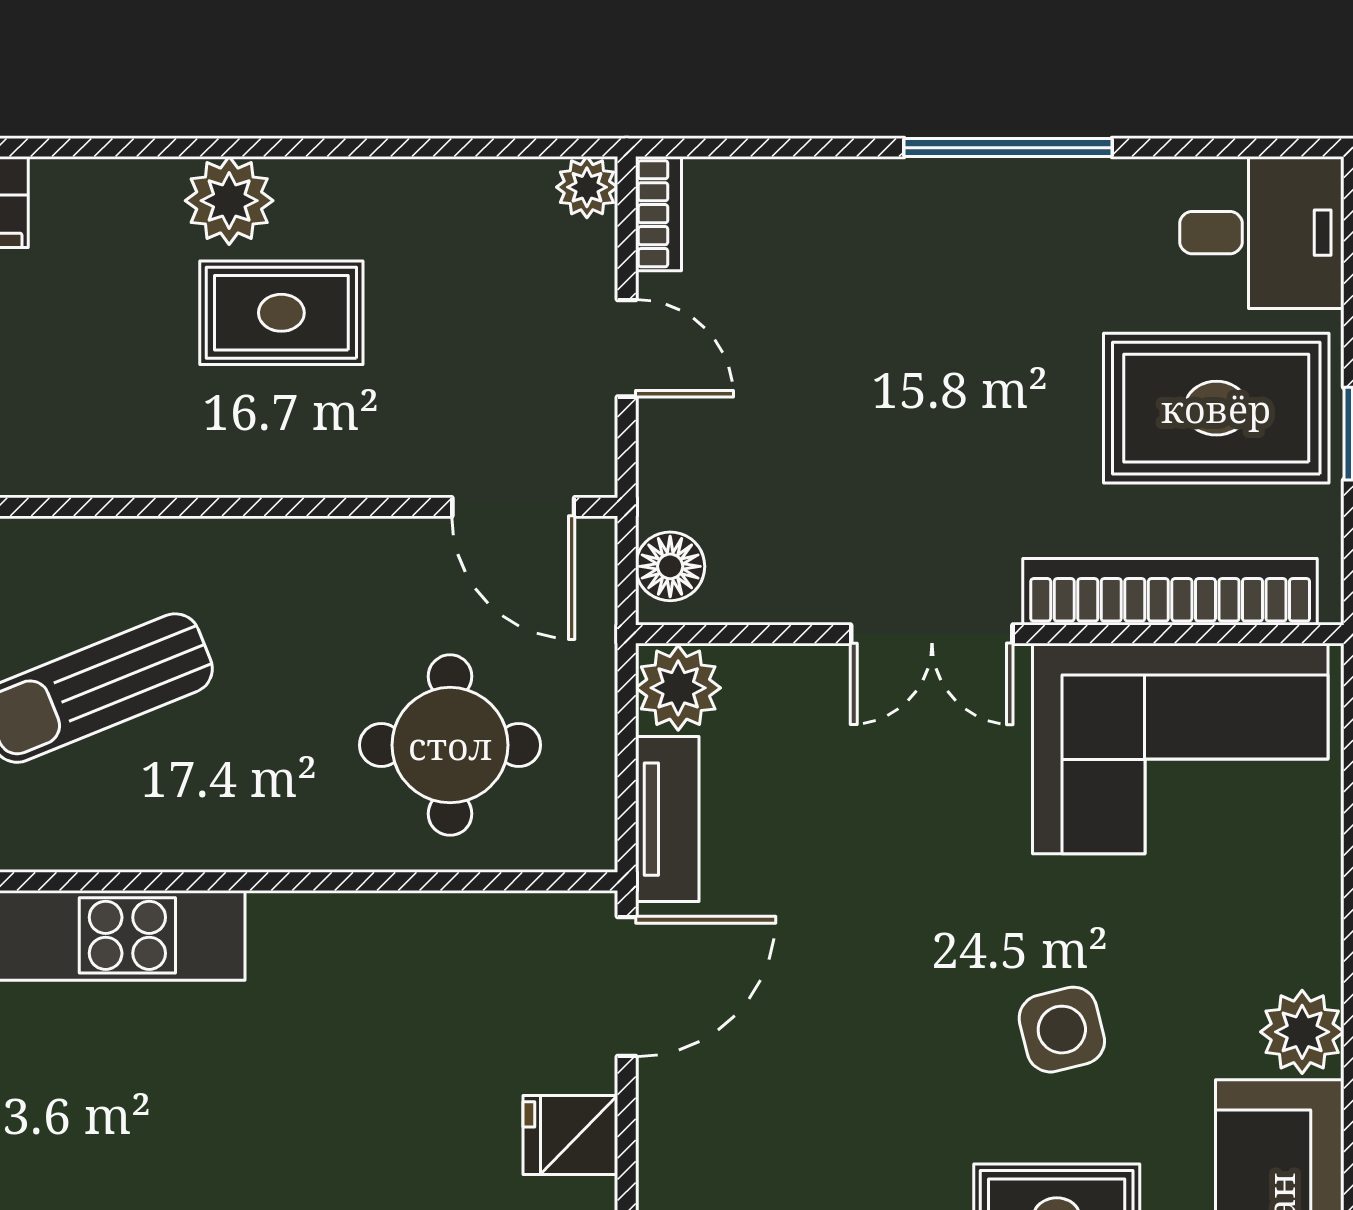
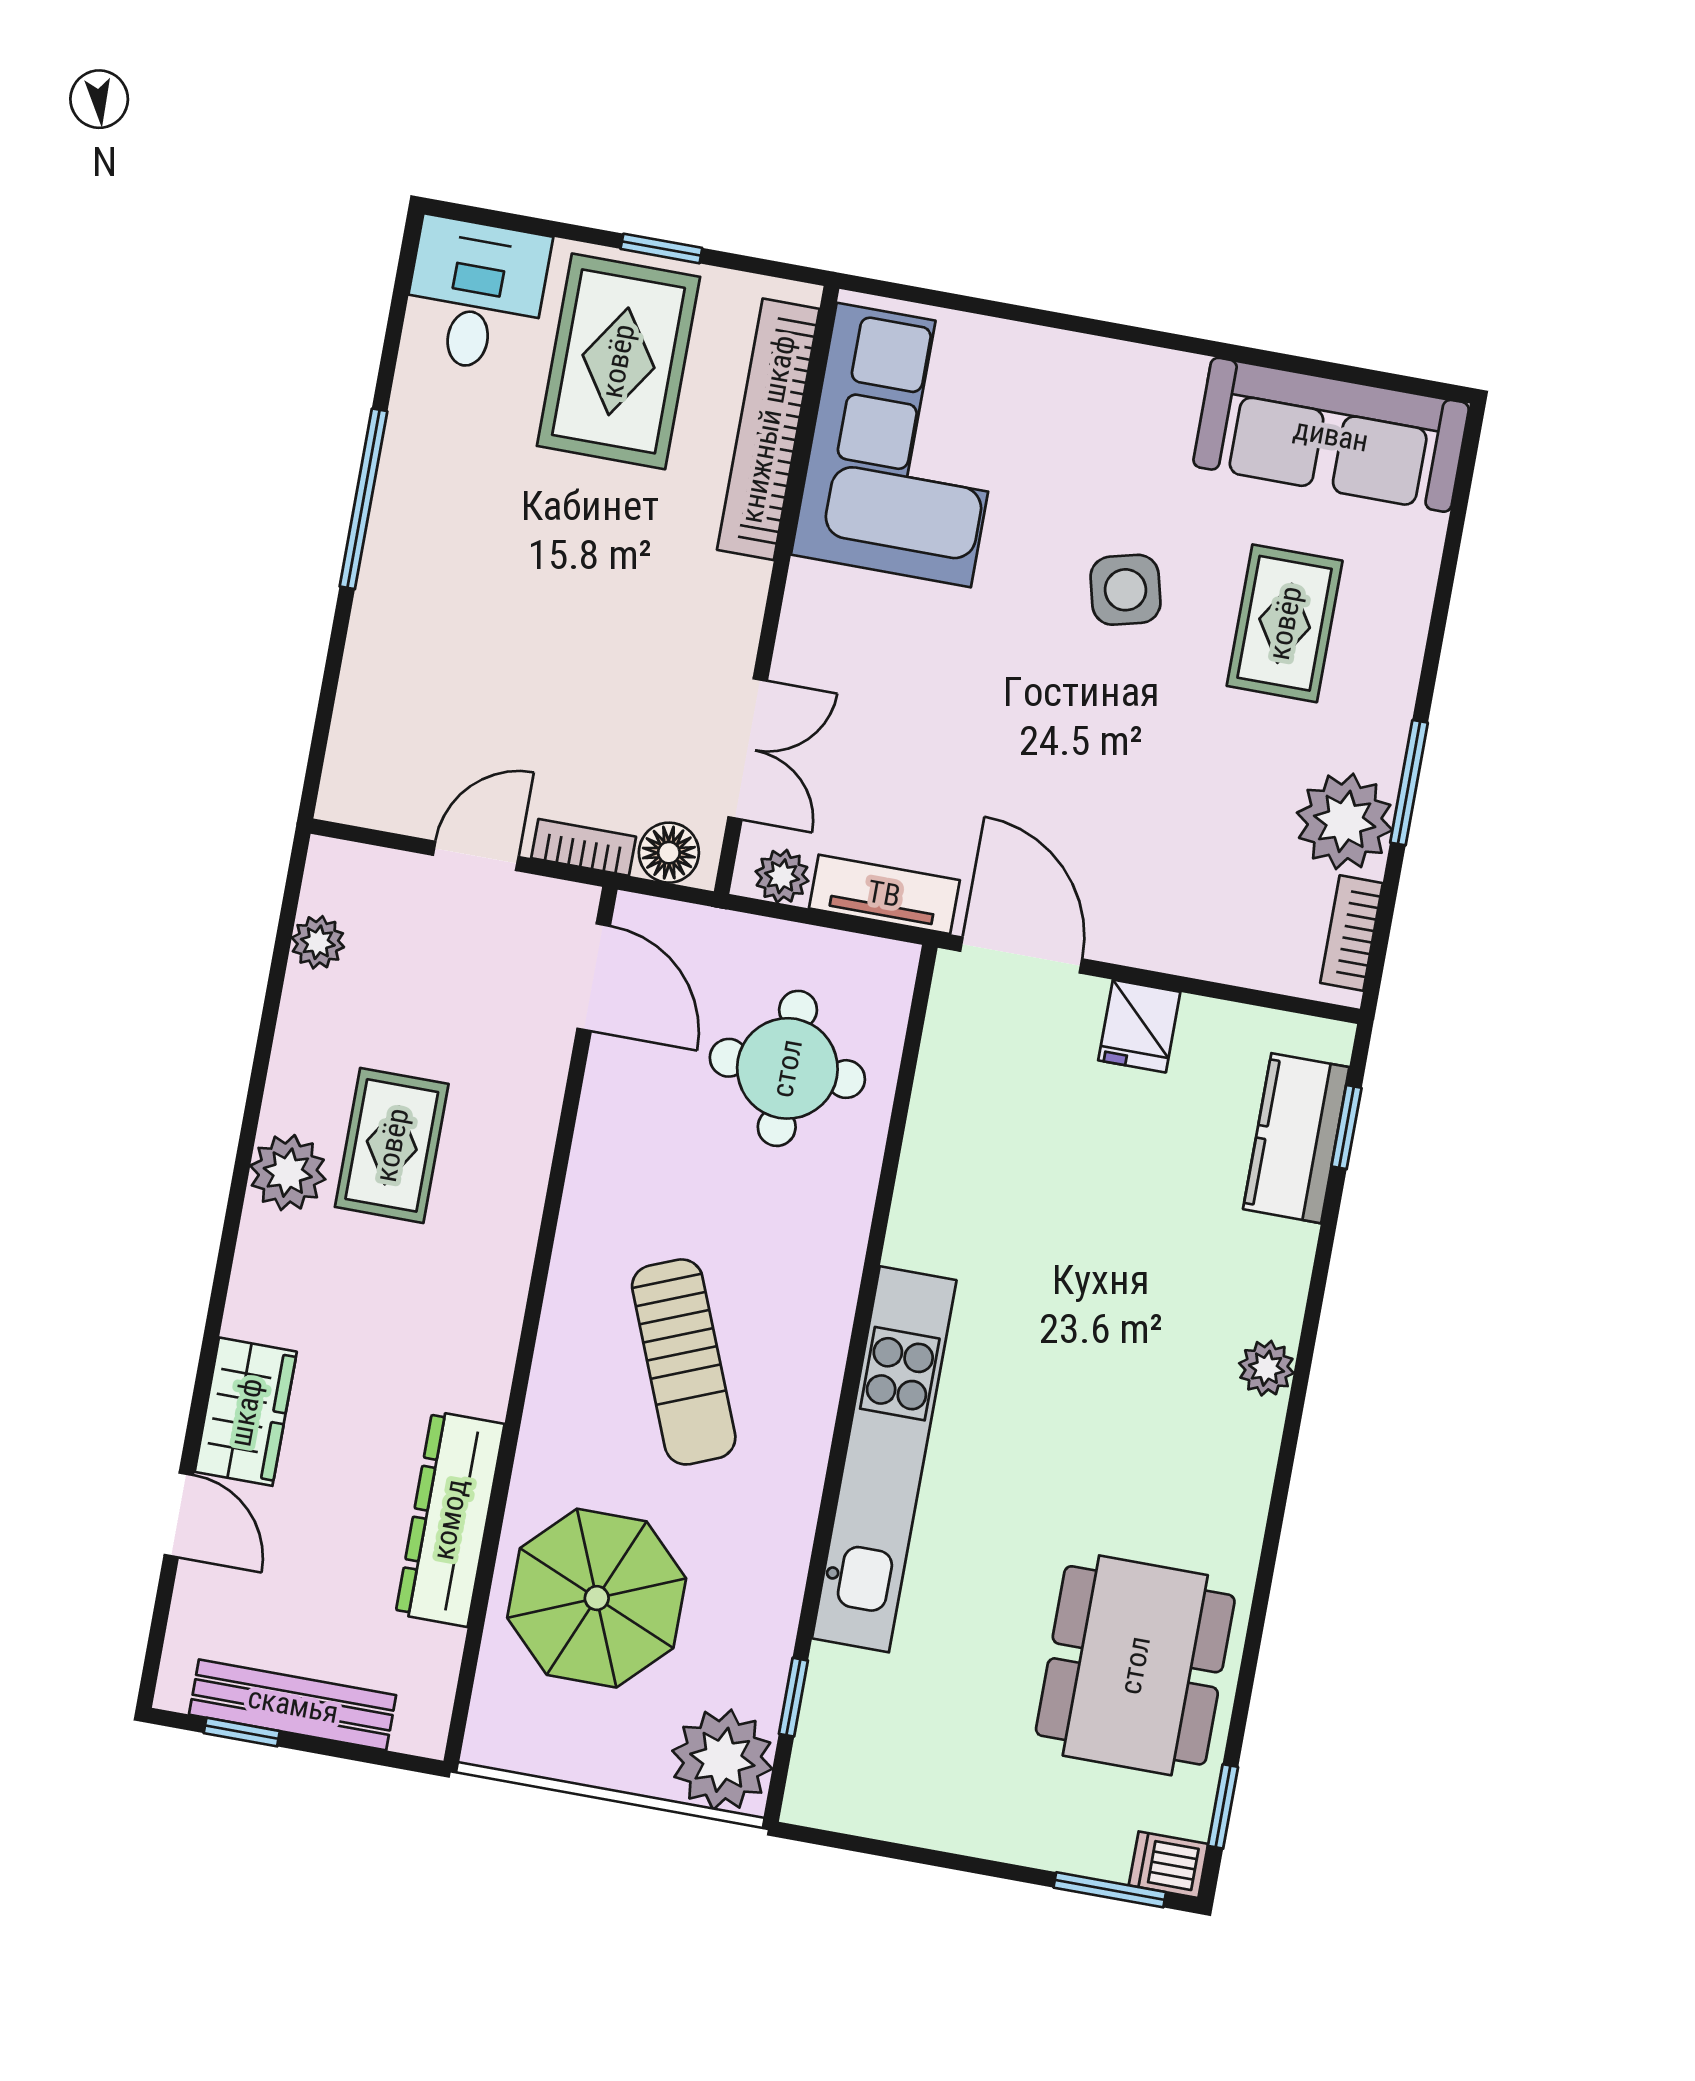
plant: (587, 187) -> (318, 942), moved
bookcase: (658, 214) -> (584, 847), moved
door: (513, 507) -> (594, 977), hinge flipped
double door: (932, 634) -> (748, 749), moved
plant: (678, 688) -> (782, 876), width x0.73, depth x0.73
plant: (1302, 1032) -> (1165, 385), removed

